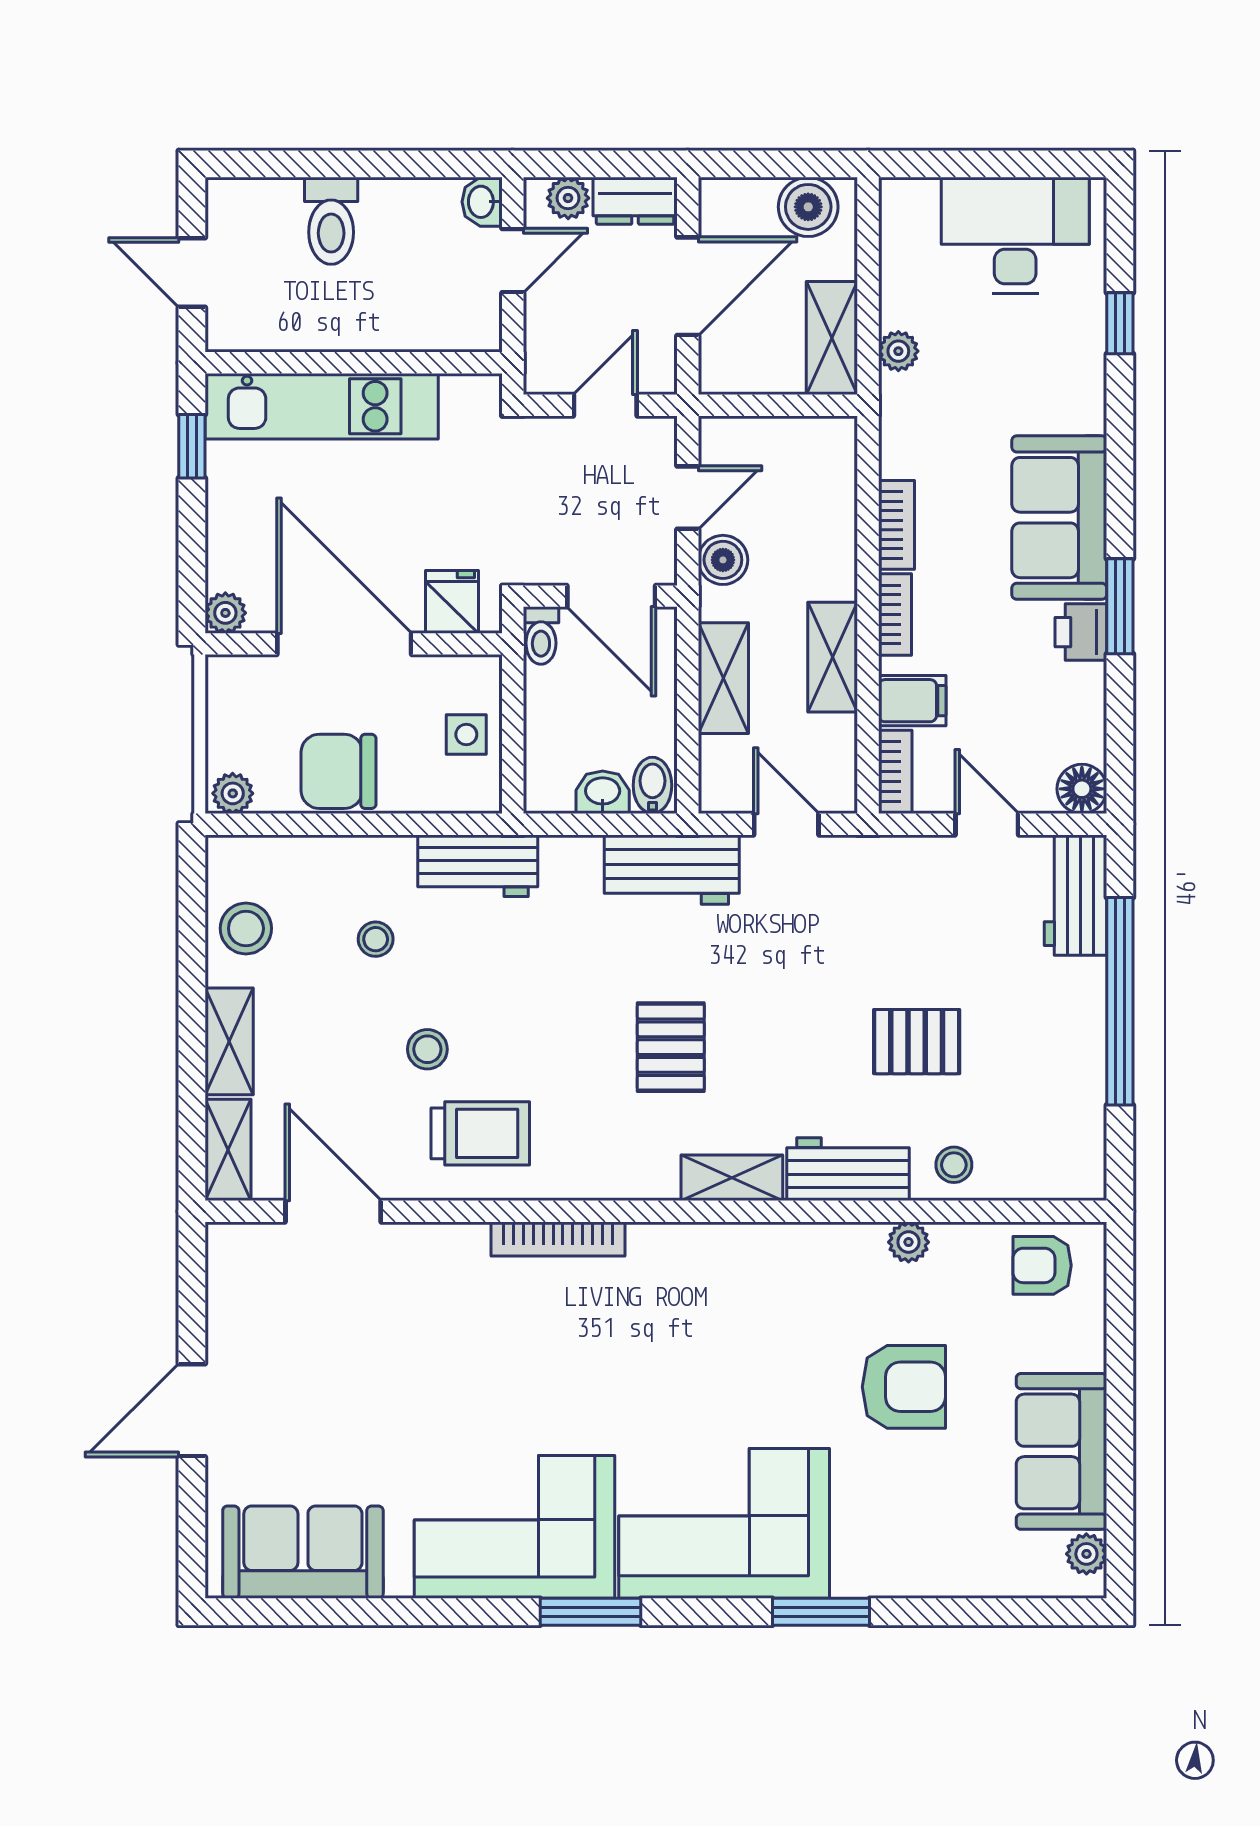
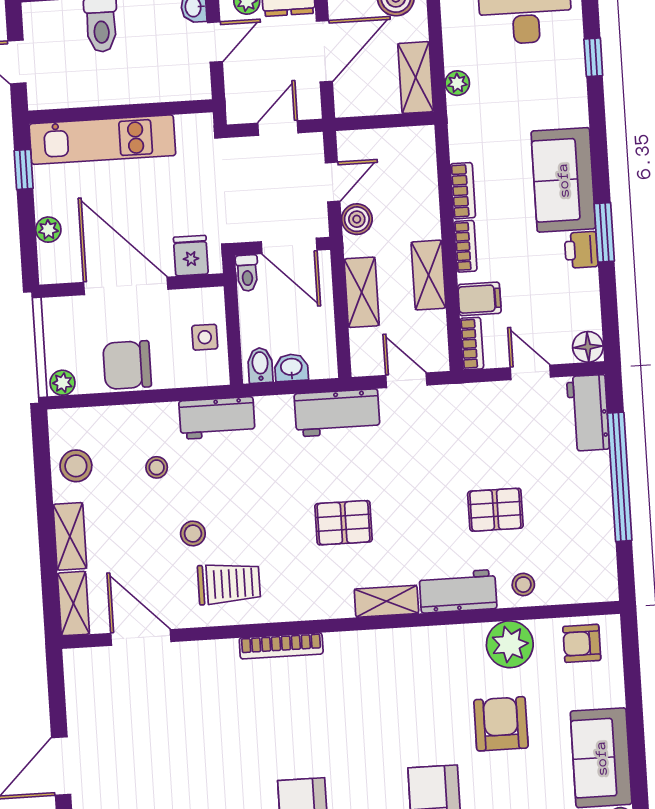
plant: (225, 613) -> (48, 230), moved
bidet: (652, 785) -> (260, 365), moved
pallet: (671, 1047) -> (344, 523), turned 90
plant: (909, 1242) -> (510, 644), width x1.87, depth x1.87
armchair: (904, 1387) -> (501, 724), turned -90

